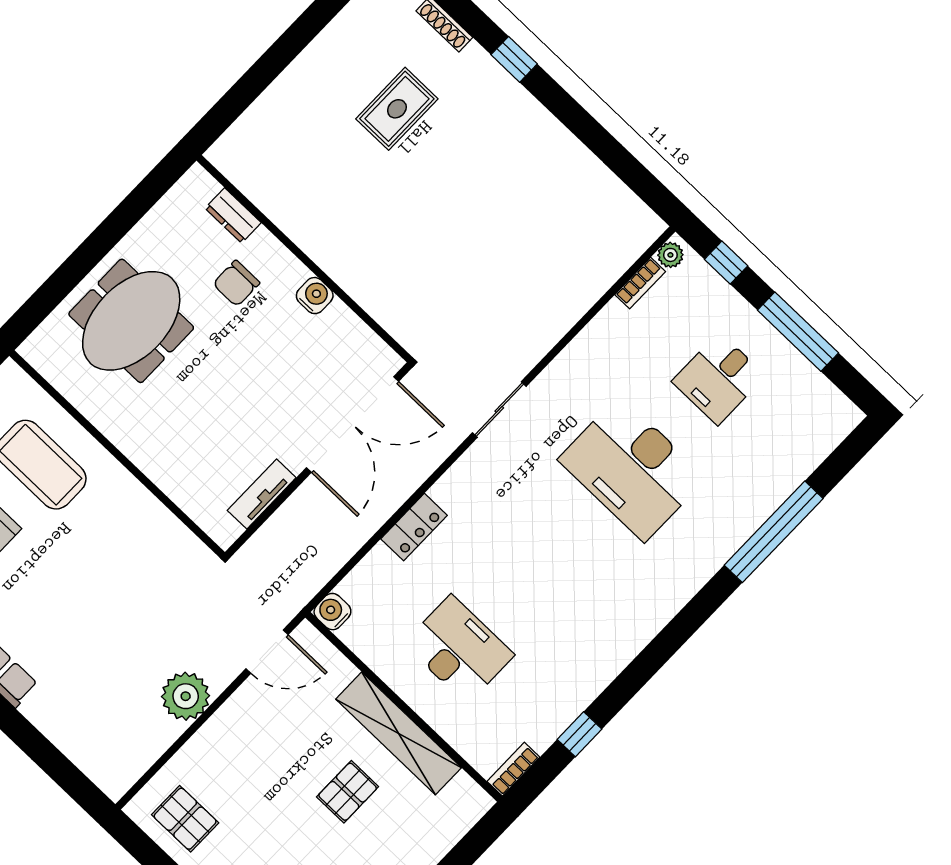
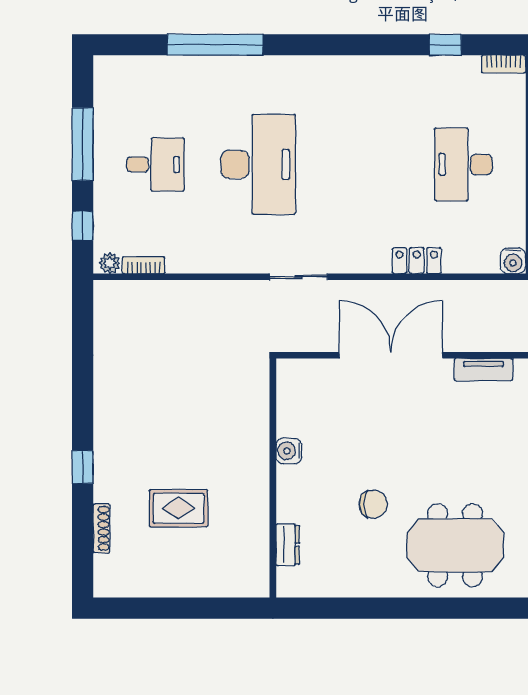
dresser: (233, 215) -> (288, 545), moved
wall: (304, 259) -> (273, 478), moved
water cooler: (315, 296) -> (289, 451), moved

